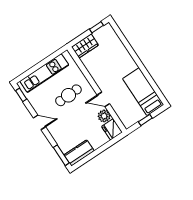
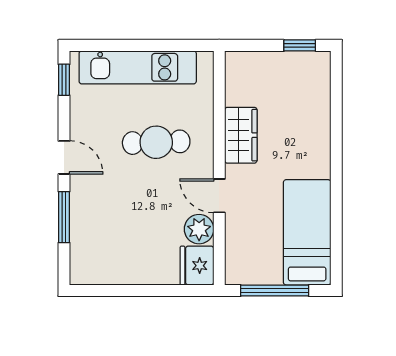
wardrobe: (85, 46) -> (241, 135), moved, turned -90
window: (145, 120) -> (275, 290), width x2.17
kitchen counter: (79, 153) -> (102, 269), removed
window: (61, 155) -> (64, 217), moved

